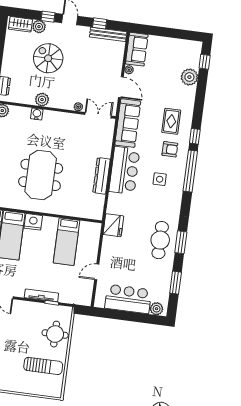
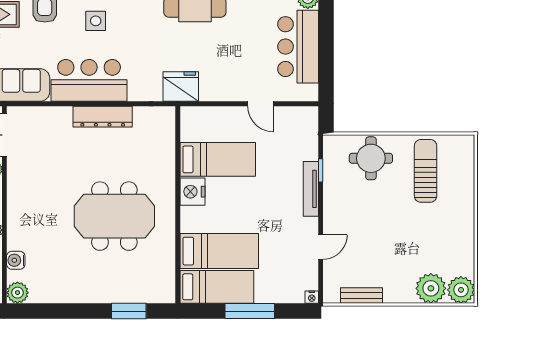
water cooler: (37, 114) -> (16, 260), moved
nightstand: (33, 222) -> (192, 192), moved

